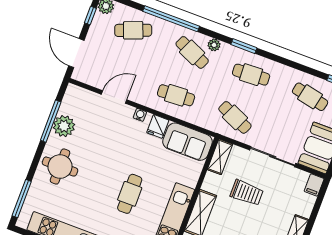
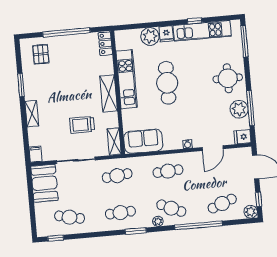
cafe table: (235, 117) -> (117, 176), turned -30
fridge: (158, 126) -> (242, 137), moved, turned -90
cafe table: (130, 194) -> (167, 83), width x1.37, depth x1.35

